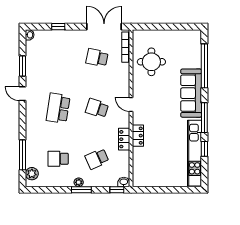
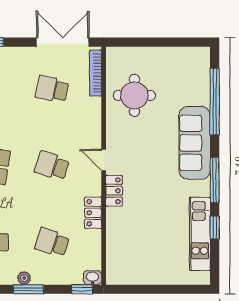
locker: (138, 136) -> (114, 191), moved
kitchen unit: (195, 153) -> (200, 234), width x0.73
school desk: (97, 159) -> (52, 242), turned 42

